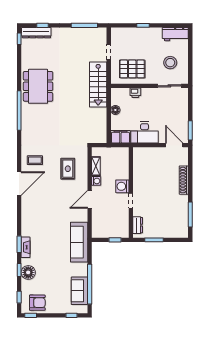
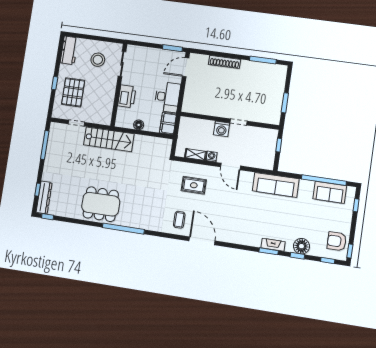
pallet: (132, 69) -> (73, 92), moved
printer: (135, 93) -> (127, 96), width x1.87, depth x1.48
dresser: (138, 225) -> (266, 118), removed
armchair: (37, 303) -> (337, 241), turned -90

